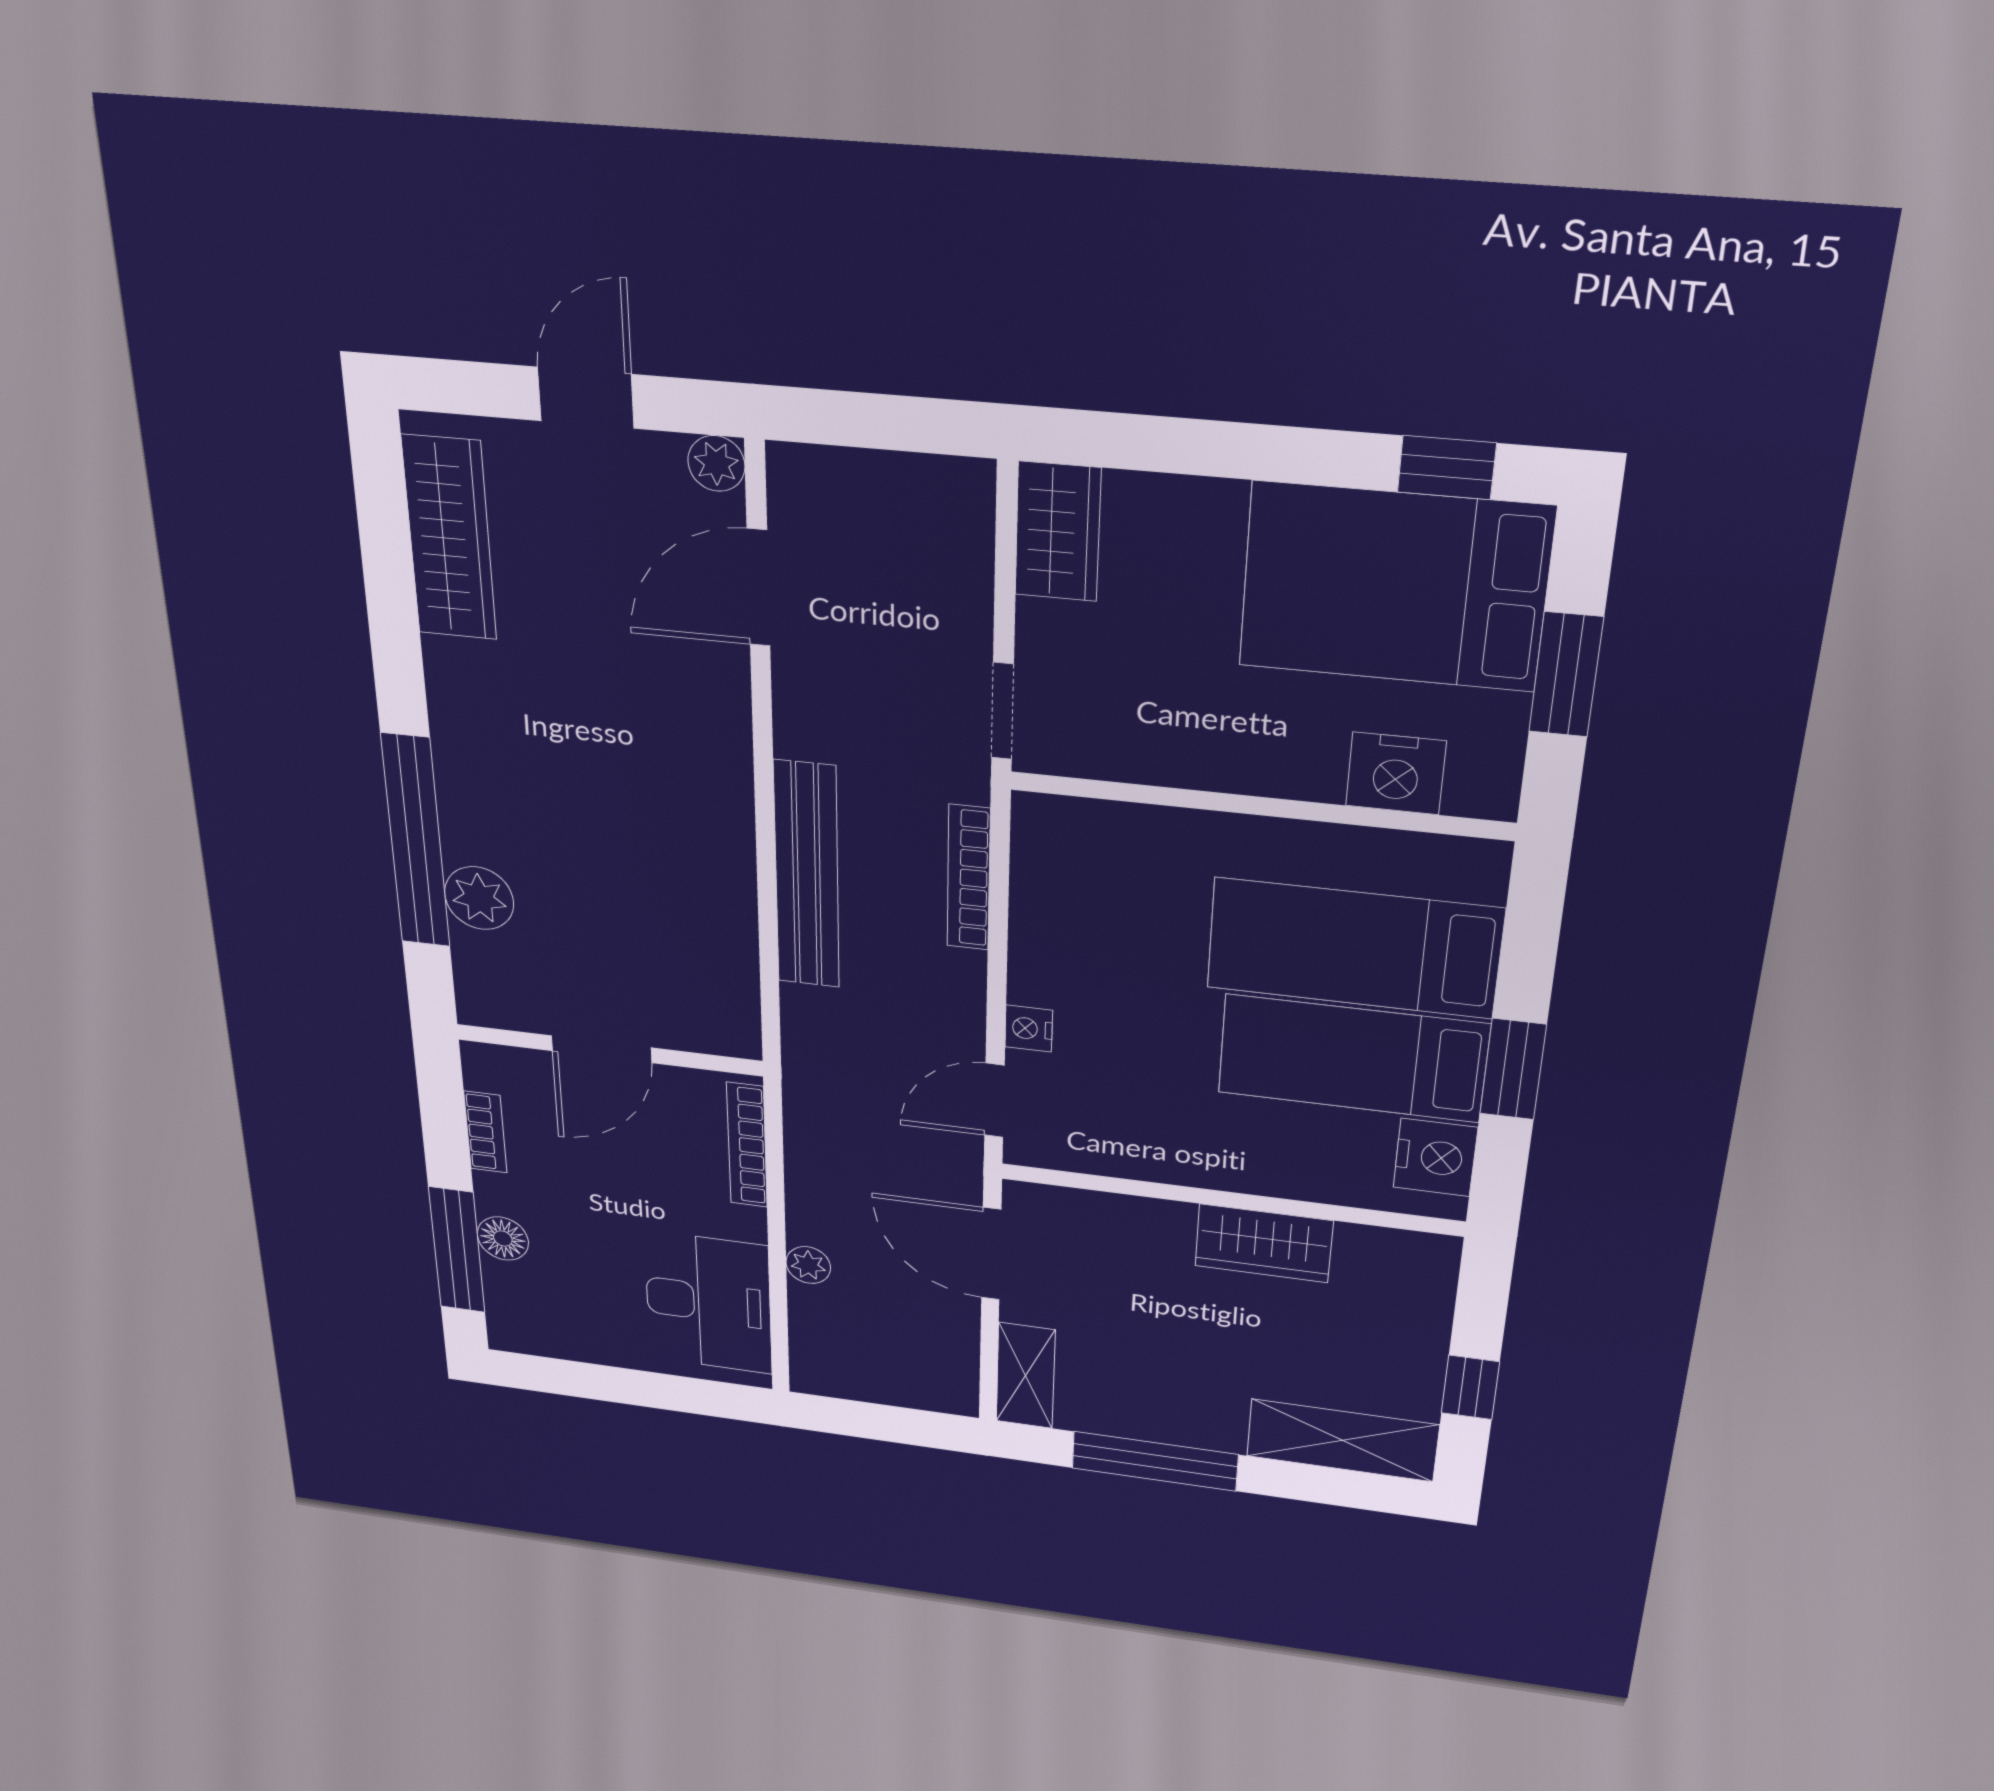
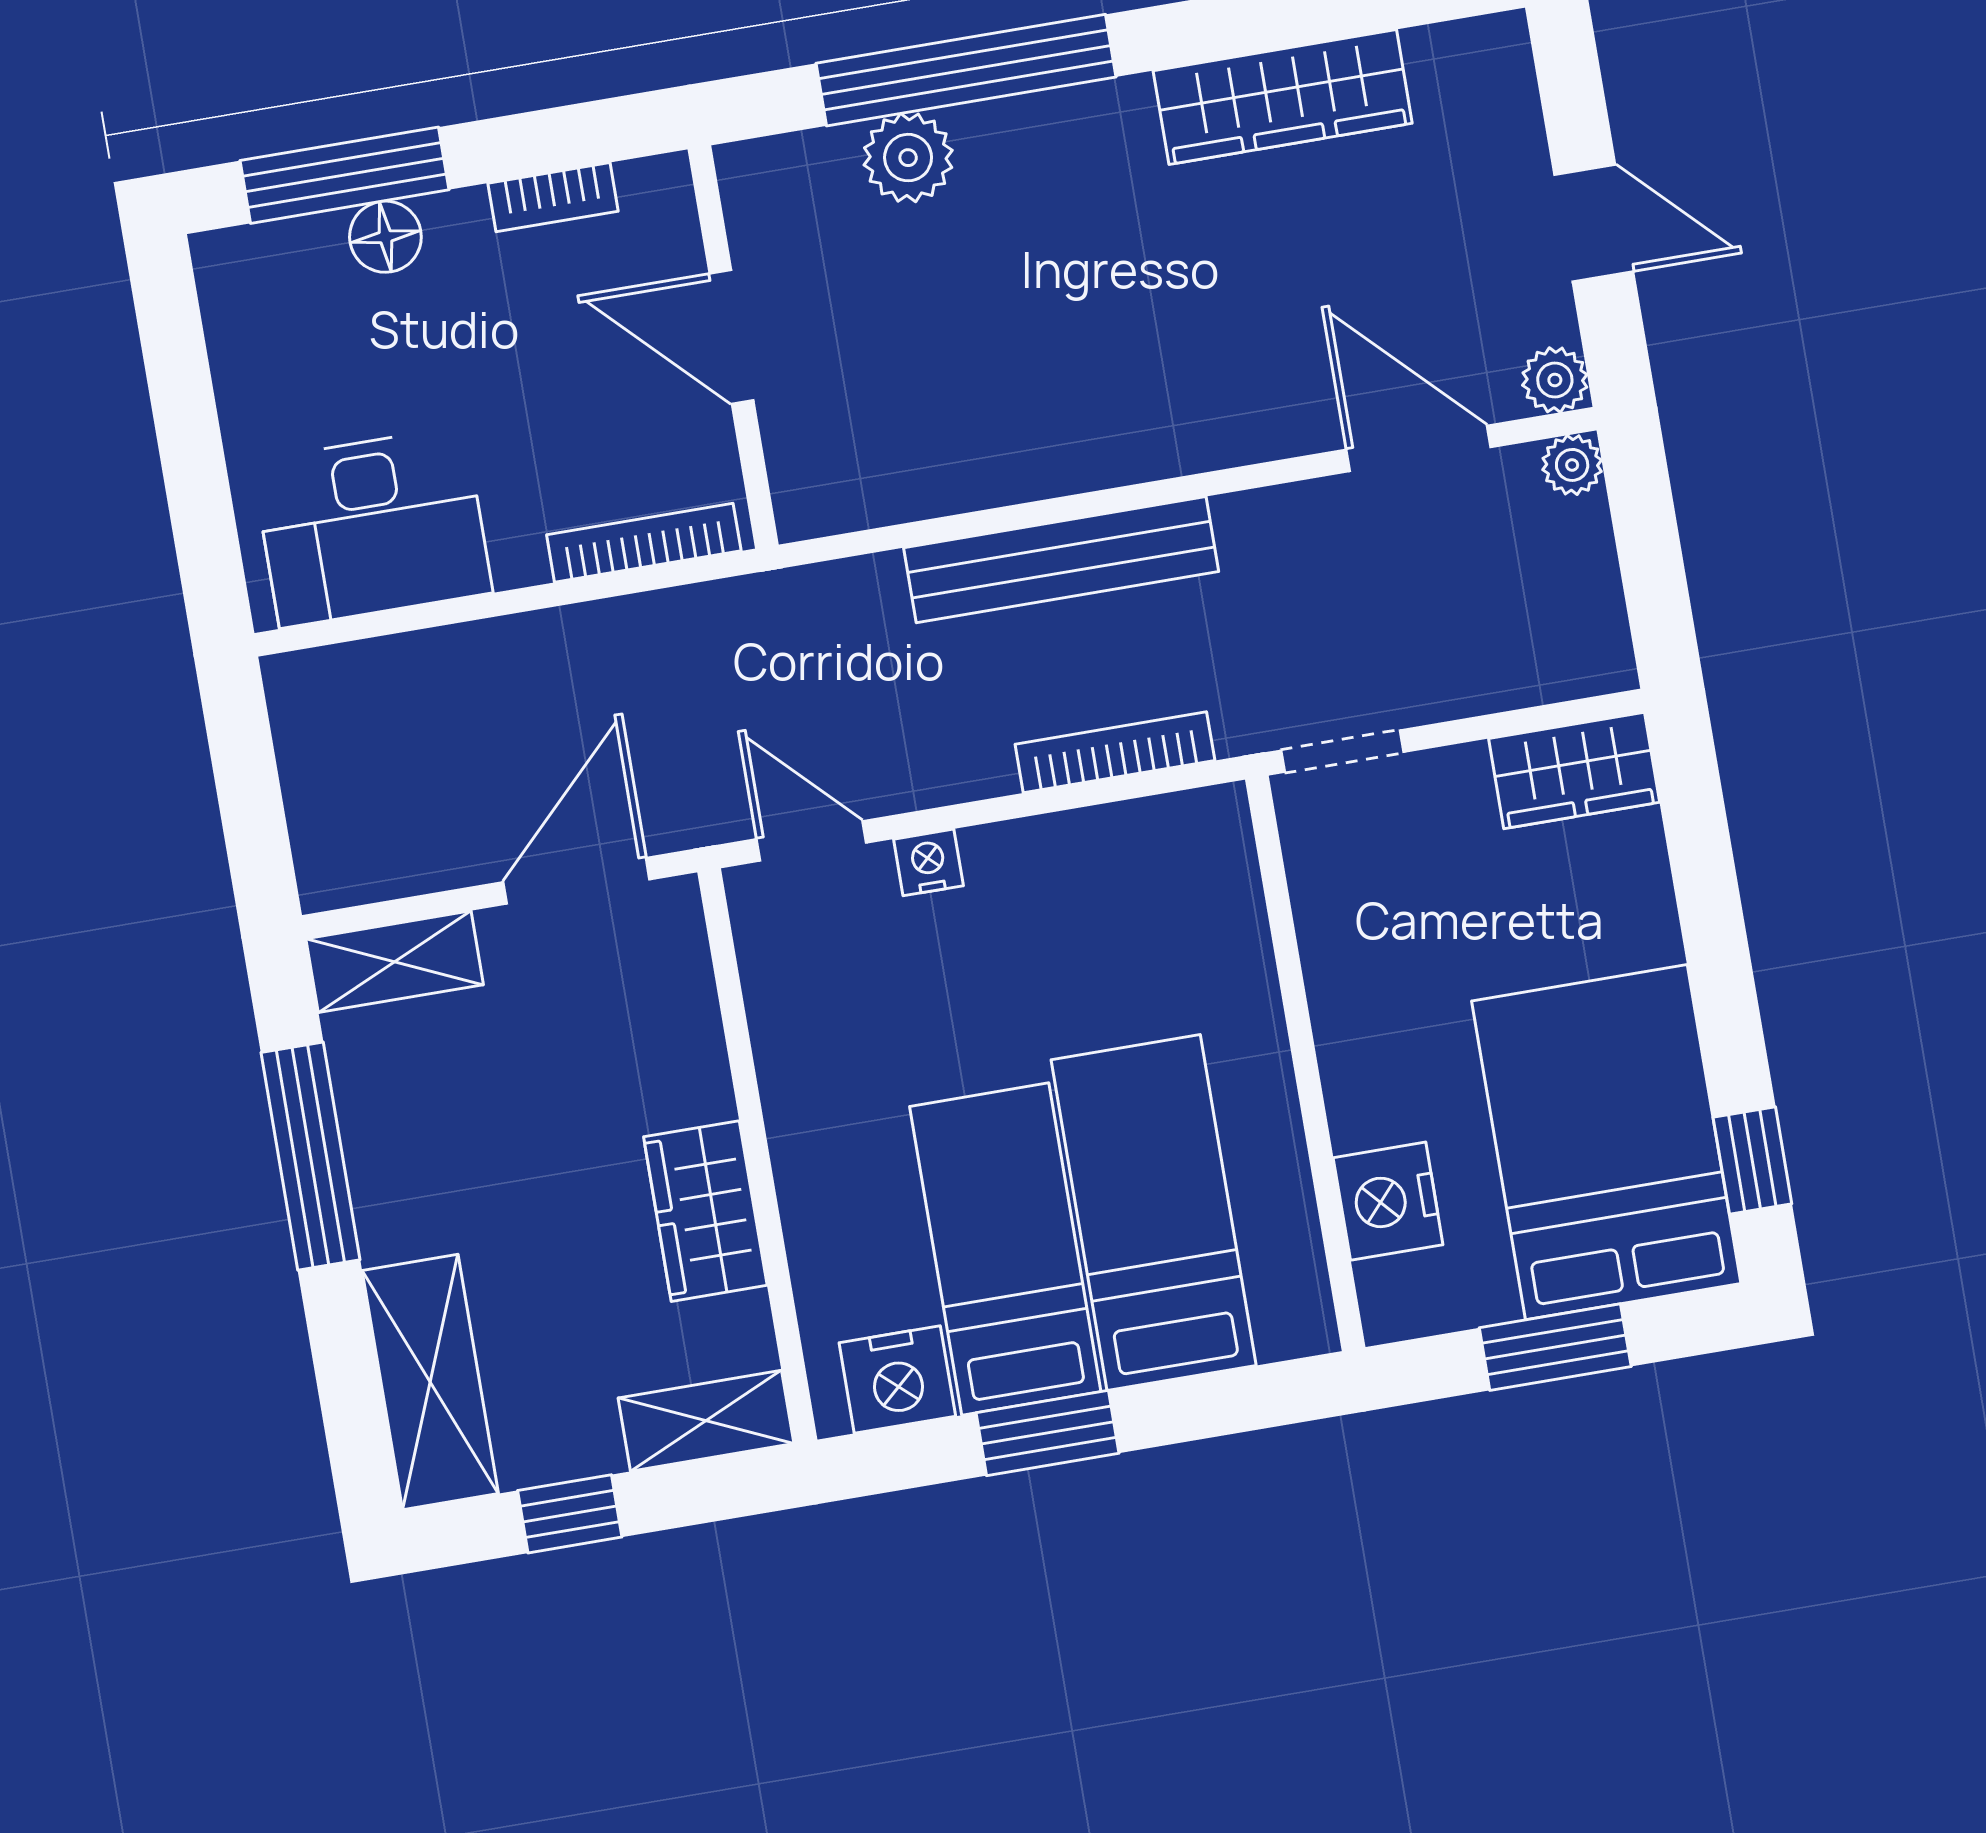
wardrobe: (449, 538) -> (1283, 97), moved
plant: (808, 1265) -> (1572, 465), moved
shelving: (1427, 1287) -> (706, 1421), added

